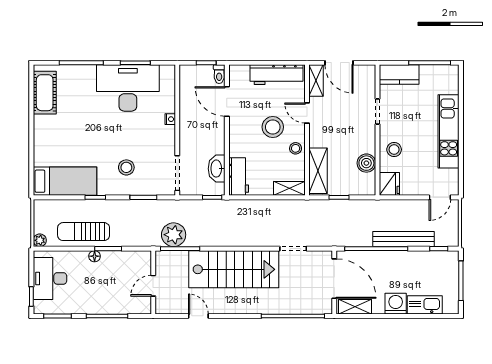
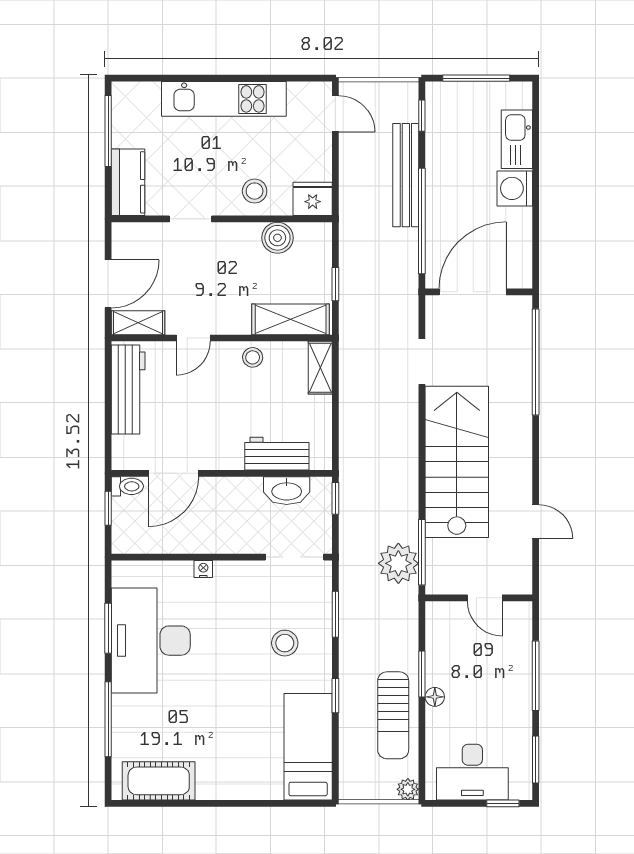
stool: (273, 127) -> (217, 396), removed
workbench: (239, 177) -> (277, 454), moved
shelving: (355, 307) -> (520, 257), removed
door: (198, 316) -> (536, 521), swing flipped

